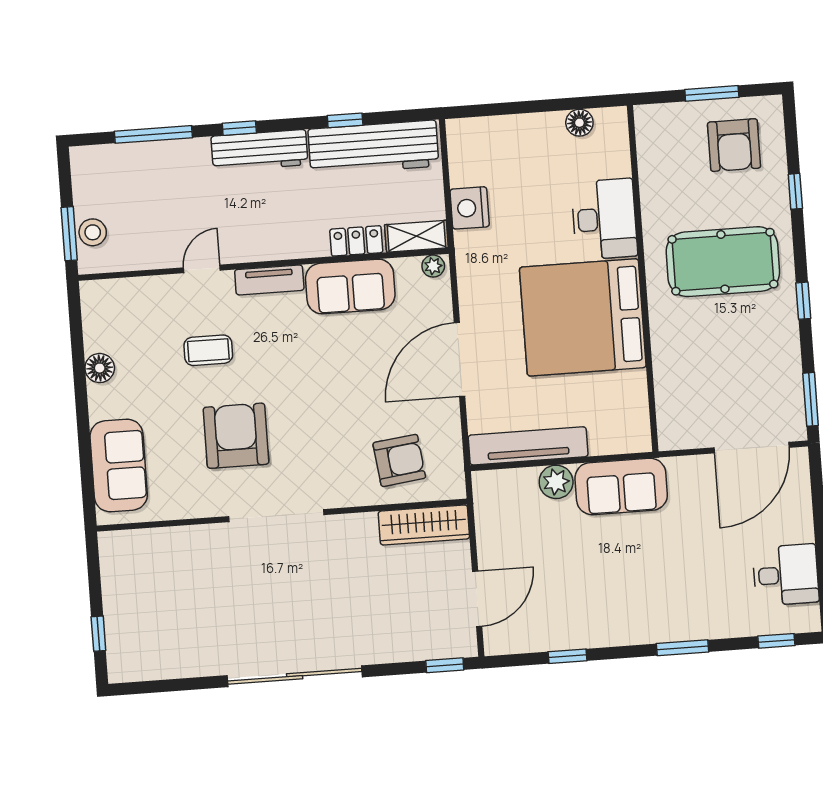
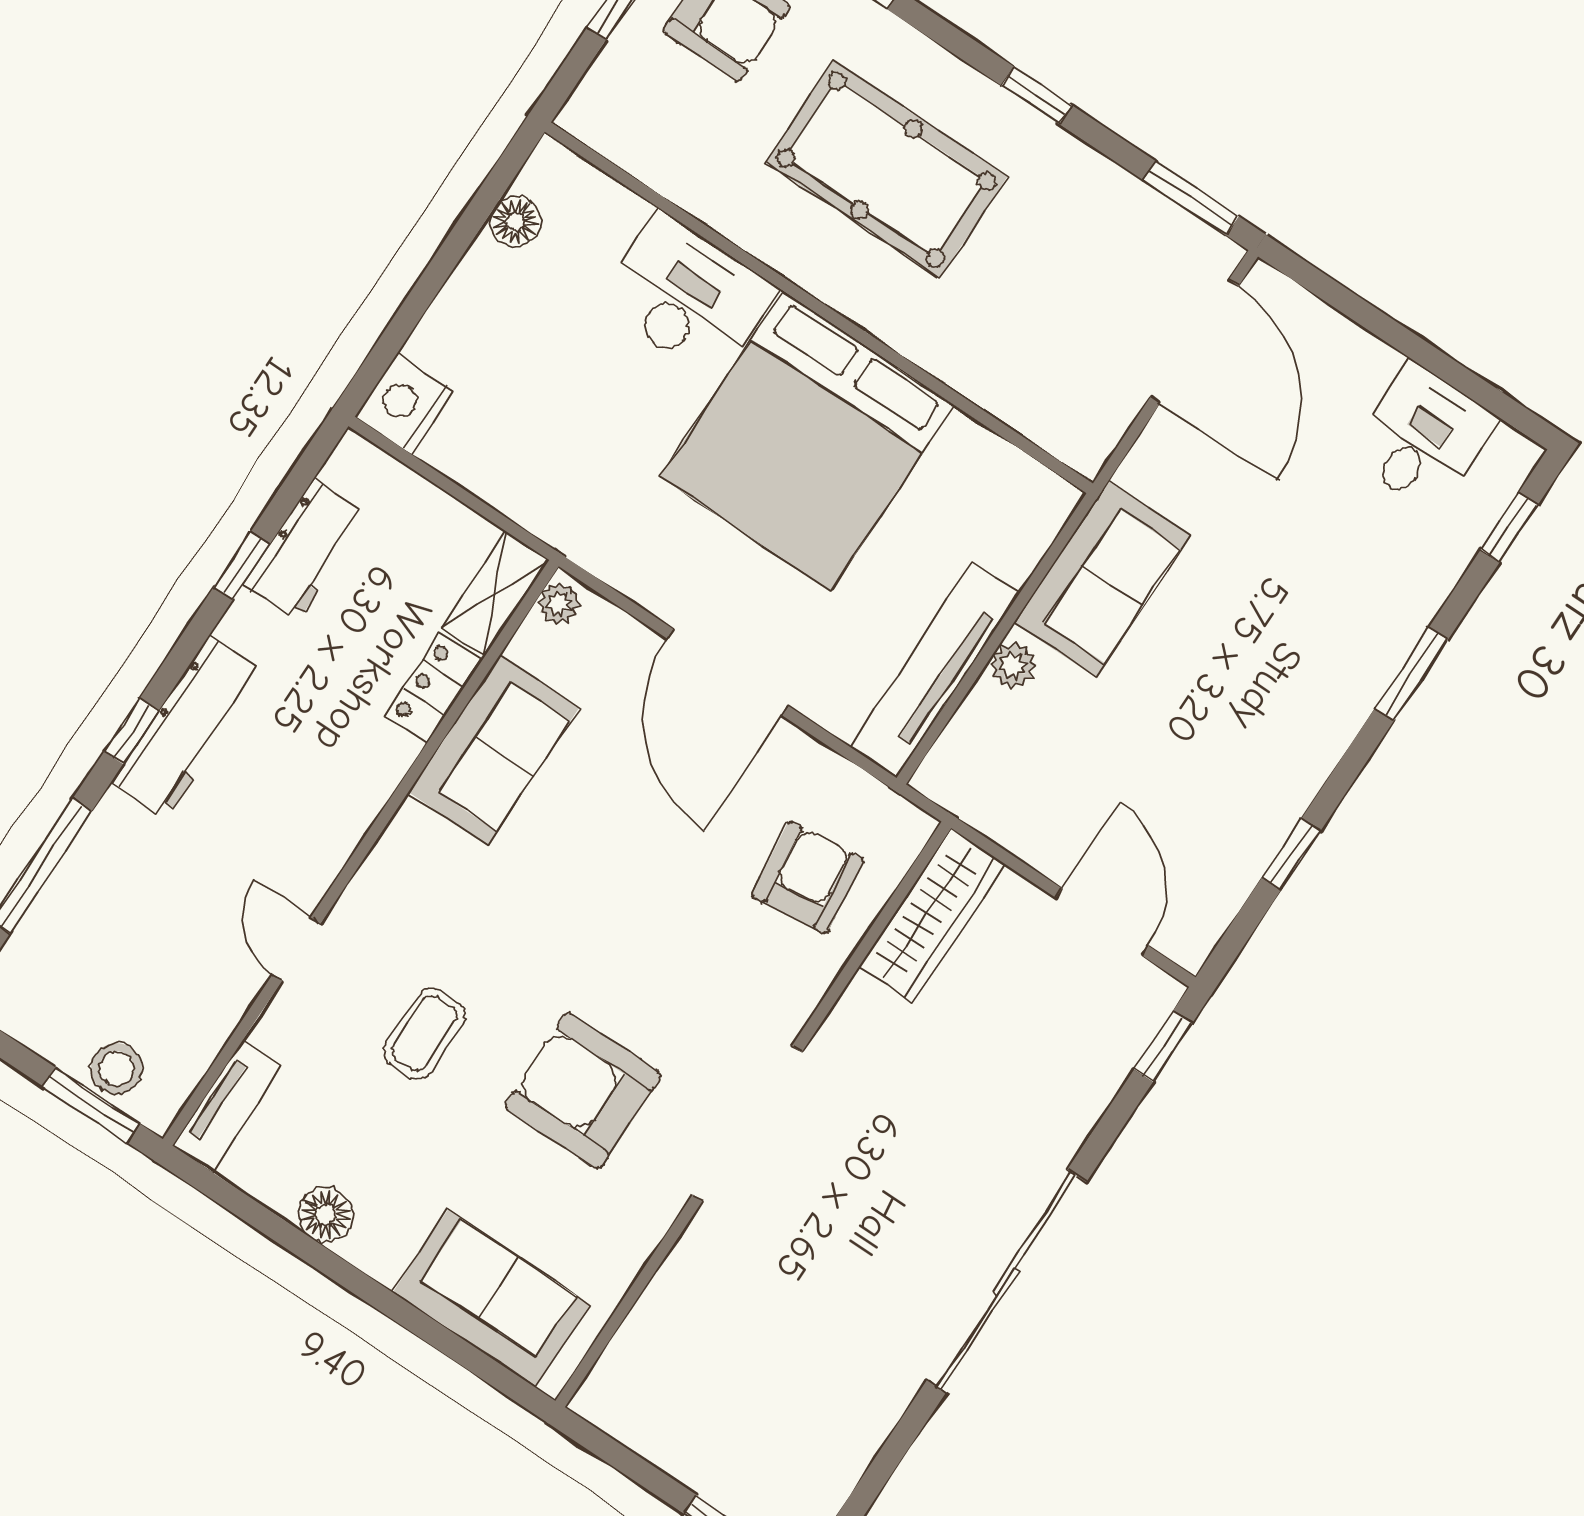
workbench: (373, 148) -> (306, 549), width x0.53, depth x0.76
nightstand: (470, 208) -> (404, 404), moved, turned 90
pool table: (723, 262) -> (886, 169), turned 90
tv unit: (269, 280) -> (228, 1106), moved
plant: (556, 482) -> (1013, 665), width x0.73, depth x0.73

